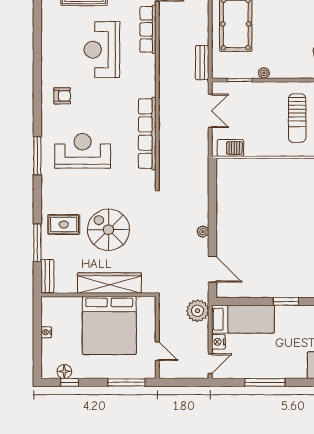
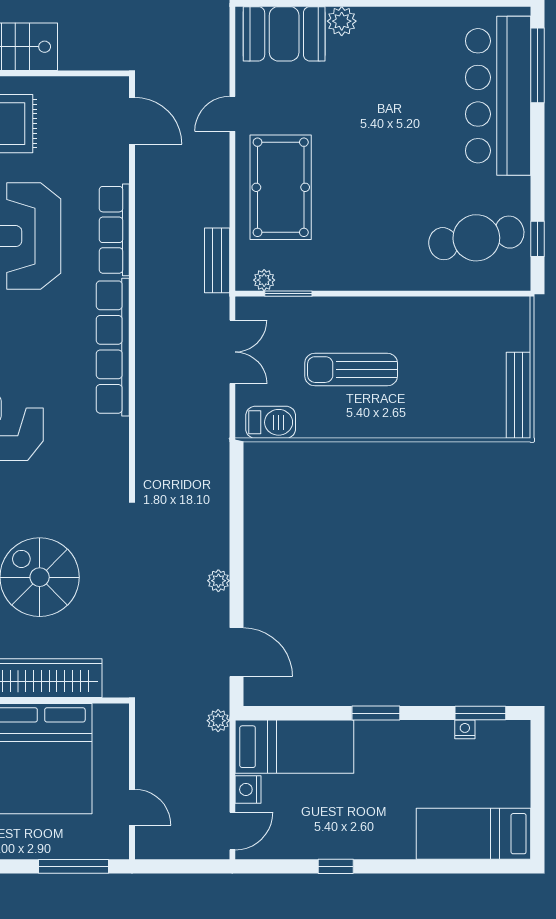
row of seats: (148, 29) -> (114, 230), moved
plant: (264, 73) -> (264, 280), moved
sun lounger: (297, 118) -> (351, 370), moved, turned 90
row of seats: (147, 134) -> (113, 347), moved
plant: (198, 311) -> (218, 721), width x0.53, depth x0.53
window: (265, 382) -> (336, 866), width x0.46

